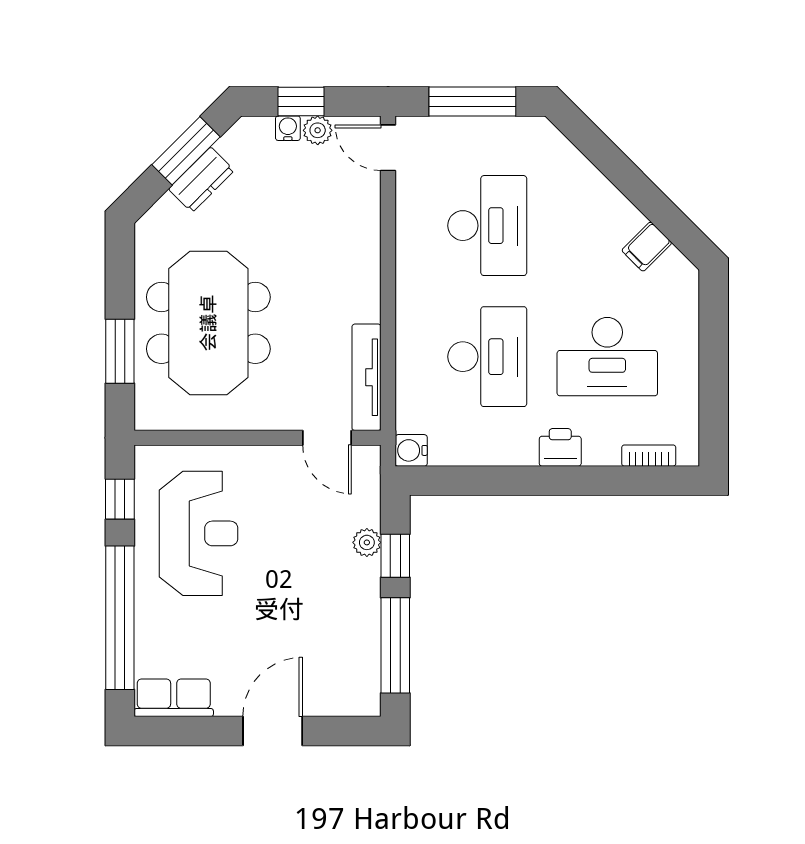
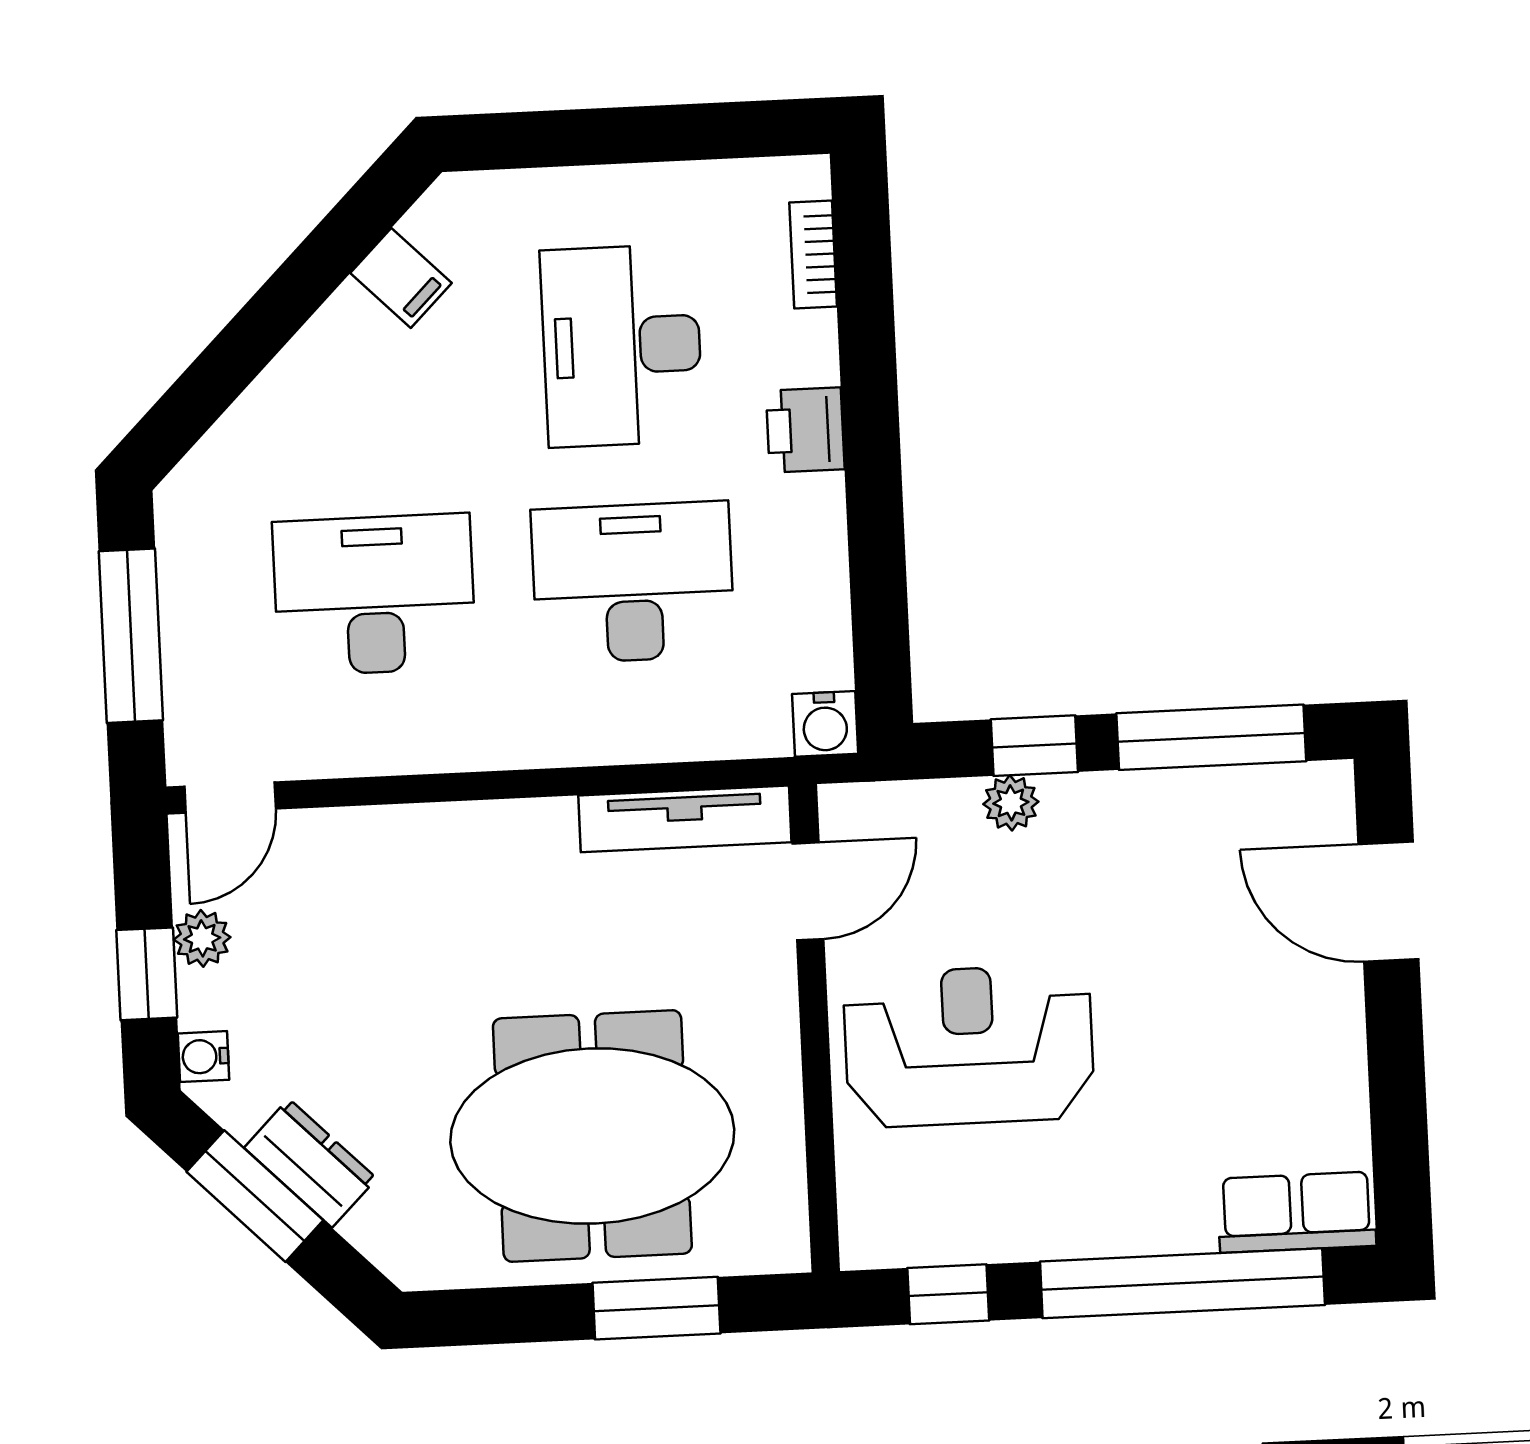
water cooler: (288, 128) -> (203, 1057), moved
desk: (607, 357) -> (622, 346), turned 180
reception desk: (199, 533) -> (969, 1046), moved
row of seats: (174, 698) -> (1297, 1212), moved, turned 90
door: (273, 731) -> (1388, 902), moved

